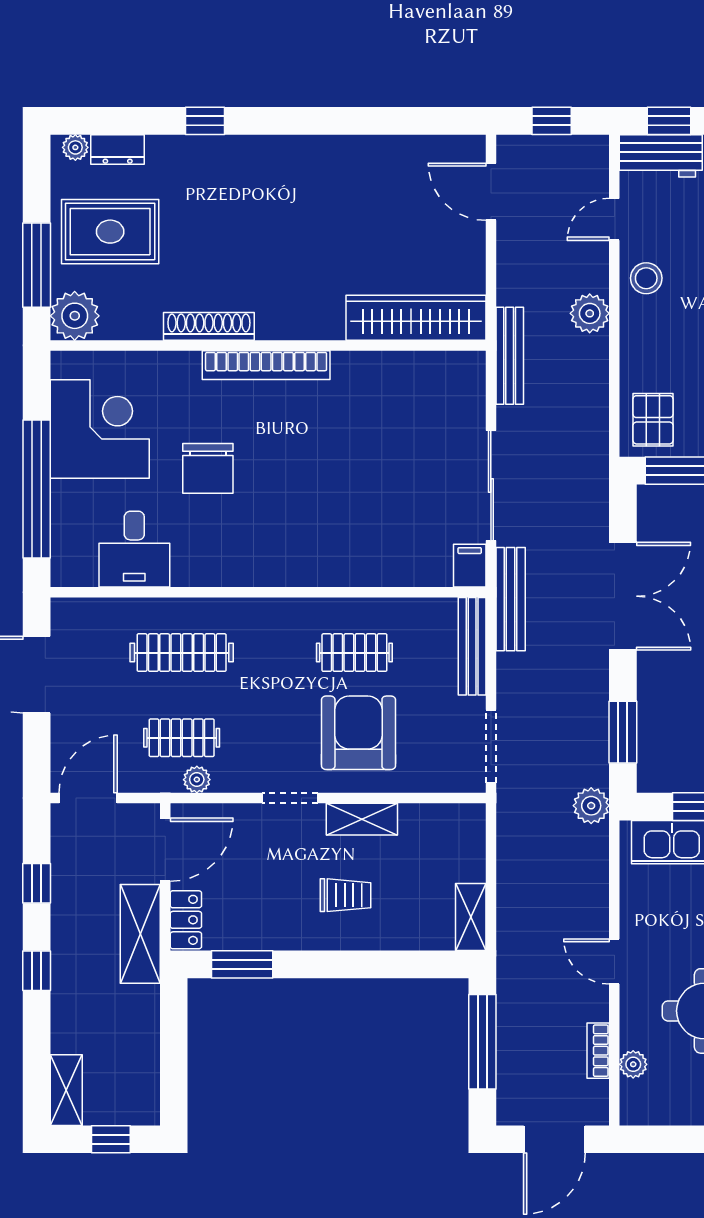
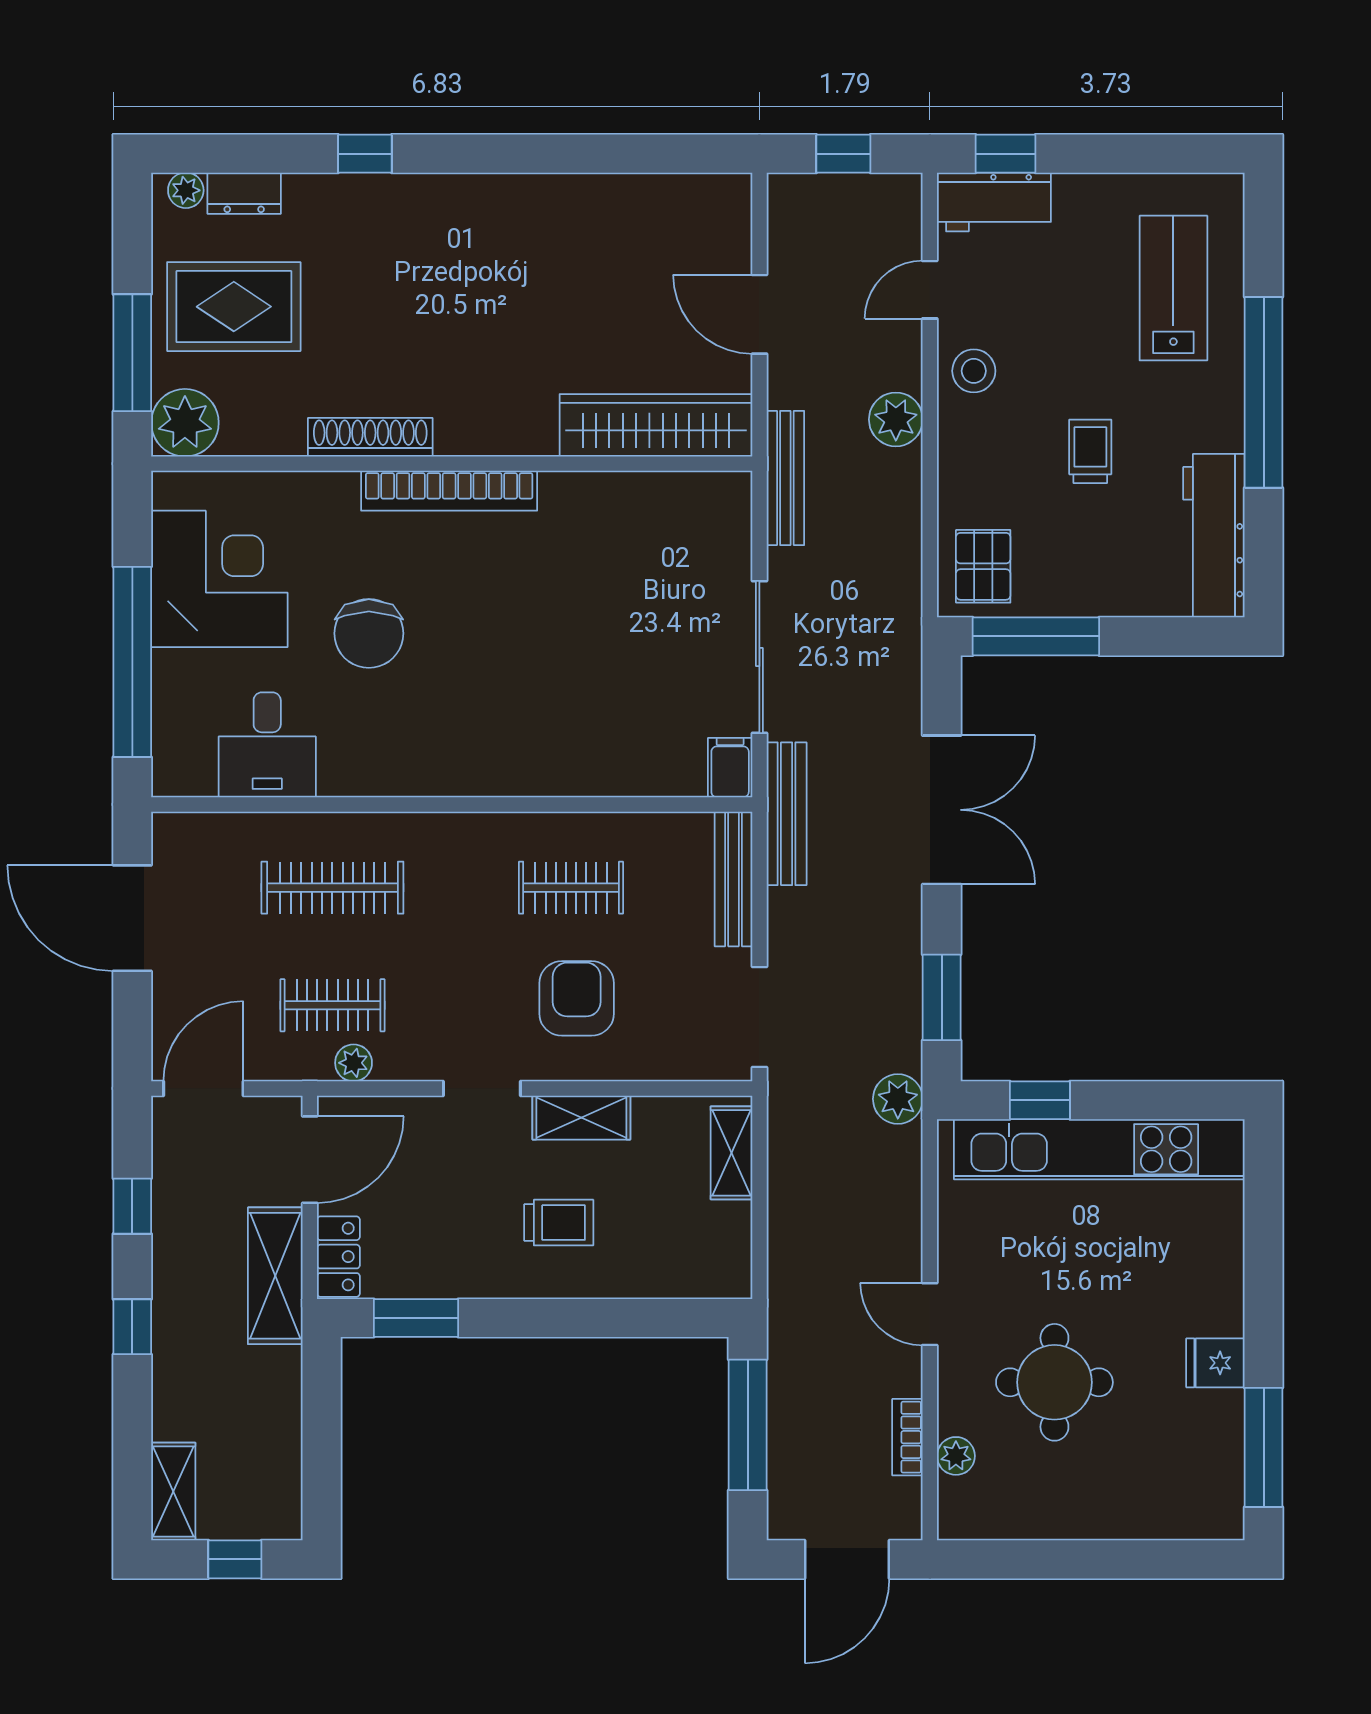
door: (491, 192) -> (759, 314), moved
armchair: (358, 733) -> (577, 998), width x0.73, depth x0.73
shelving: (471, 917) -> (731, 1153), moved

